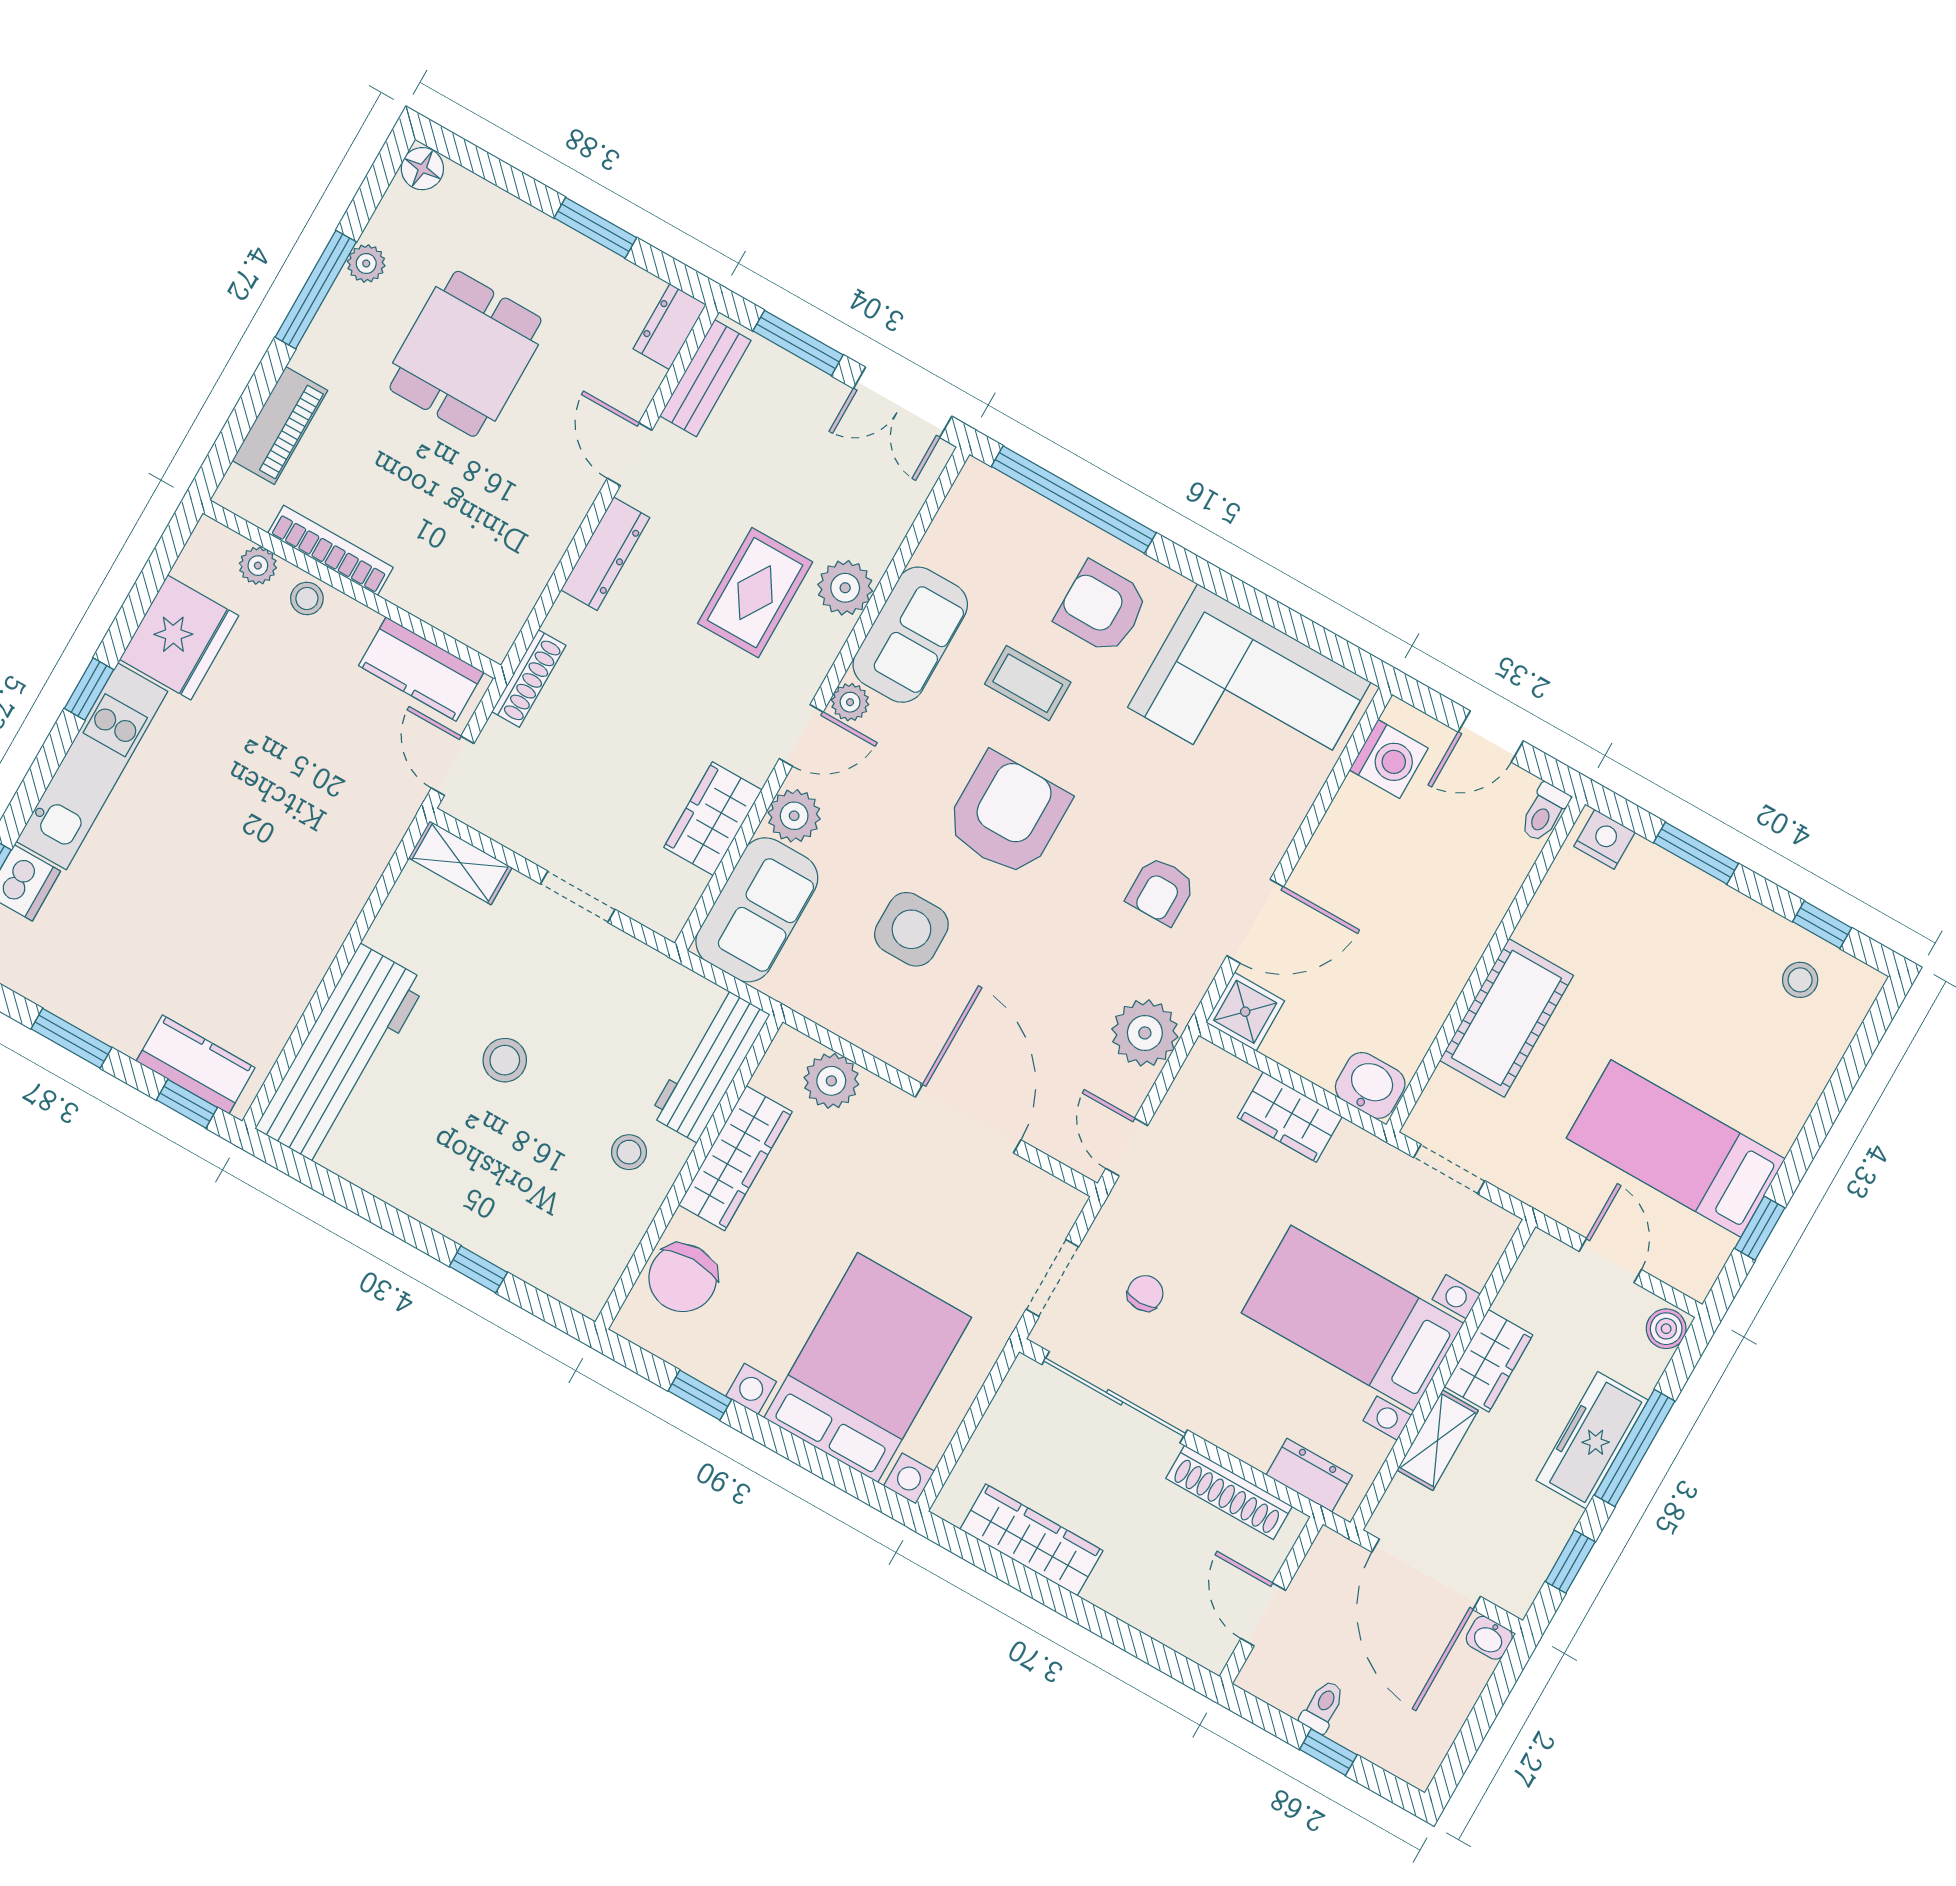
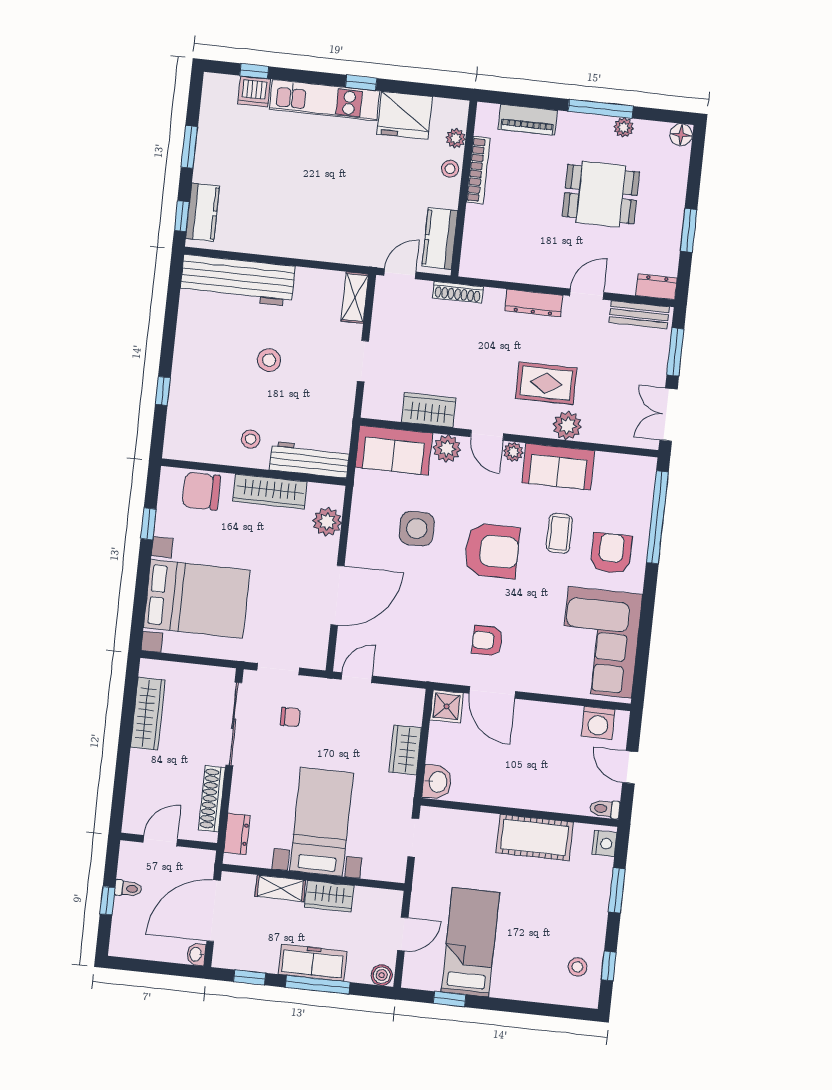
cot: (1507, 1018) -> (535, 837), moved
plant: (1145, 1033) -> (415, 663), removed

